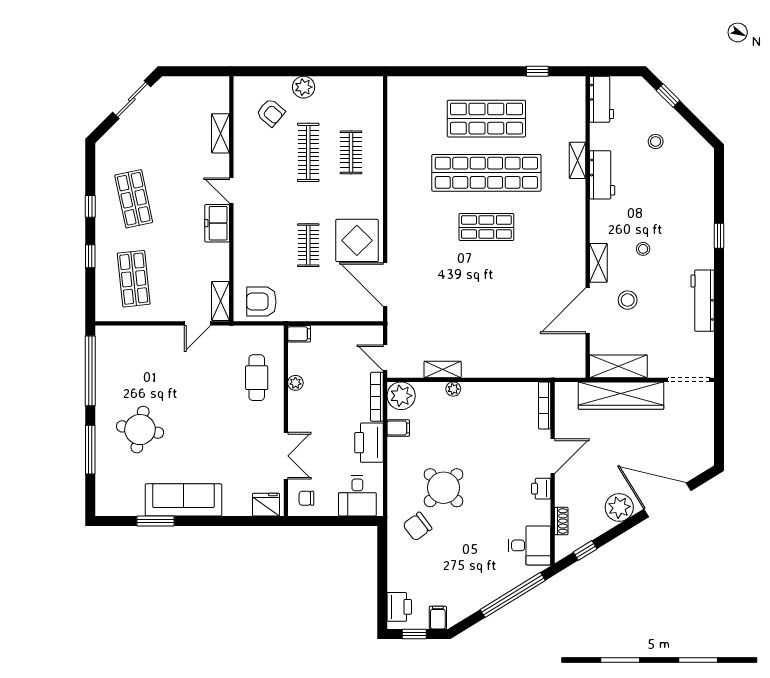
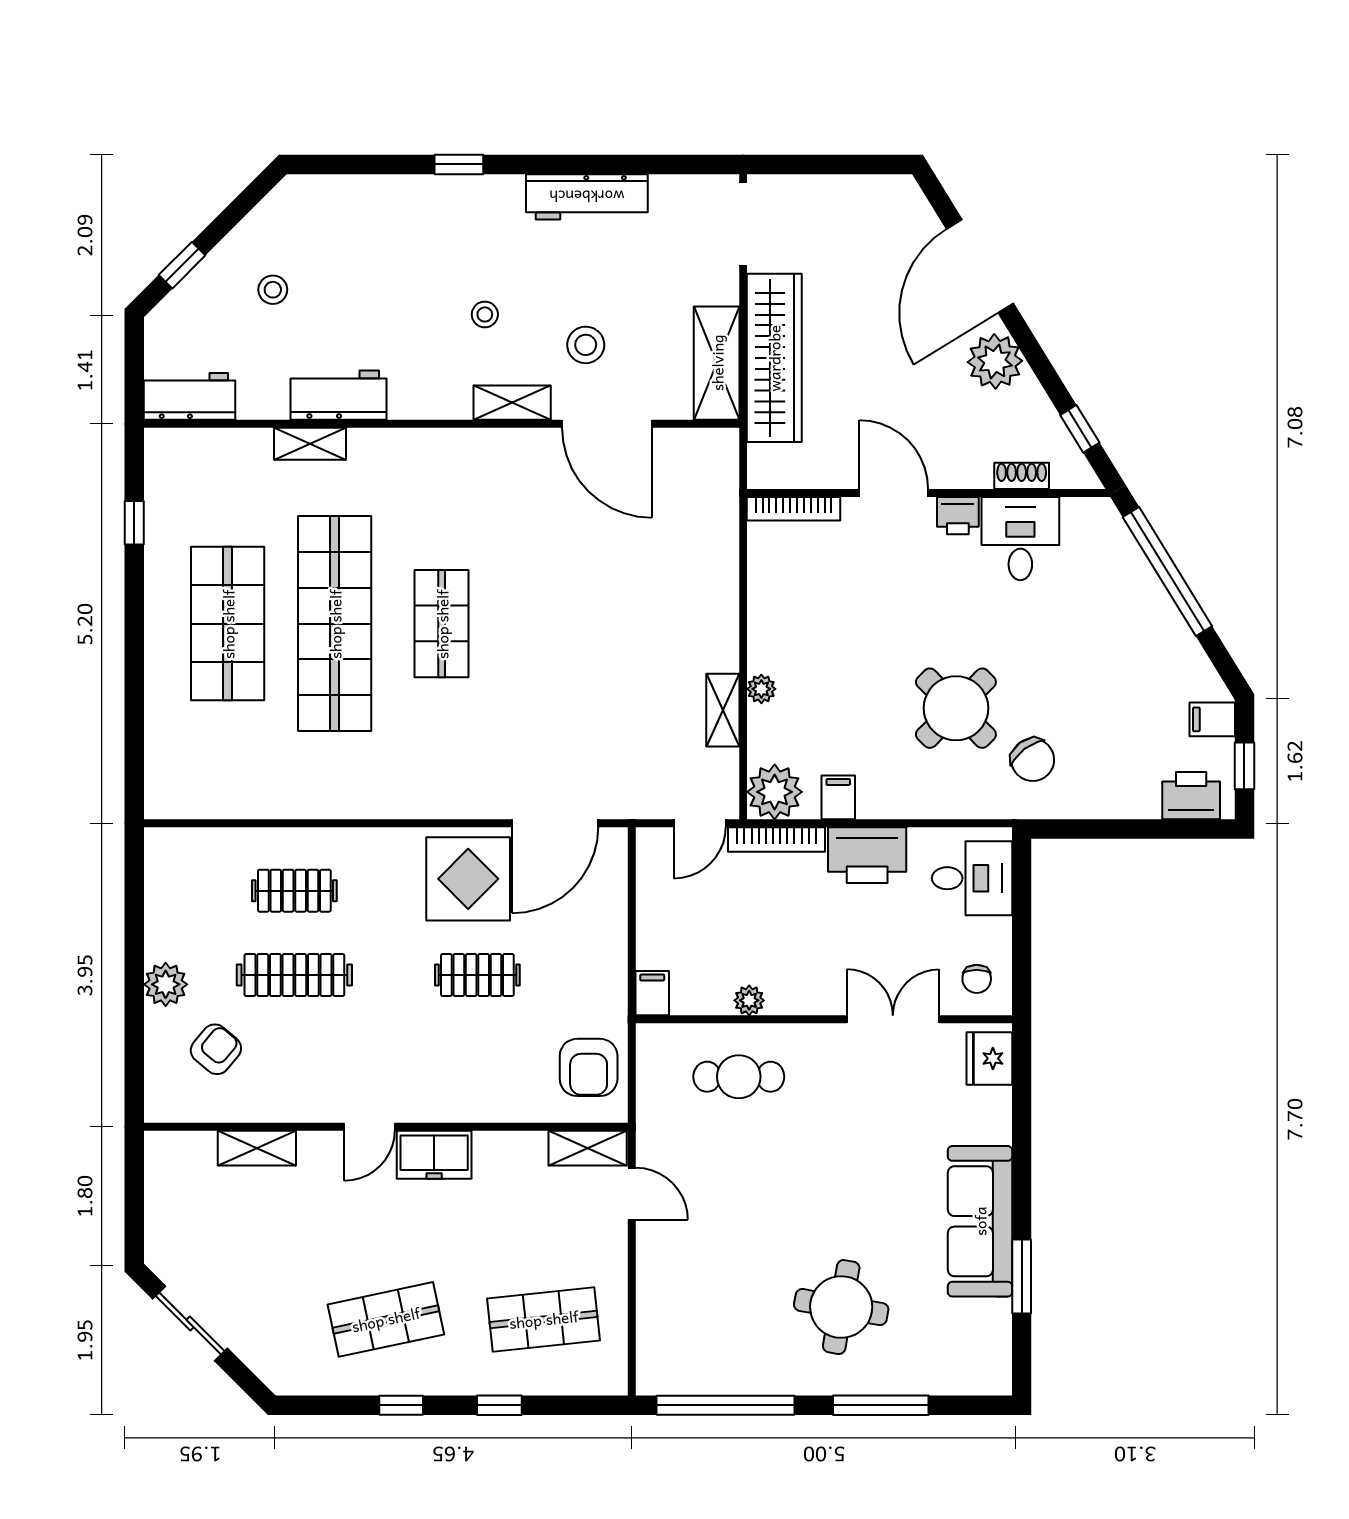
desk: (530, 545) -> (1020, 539), moved

